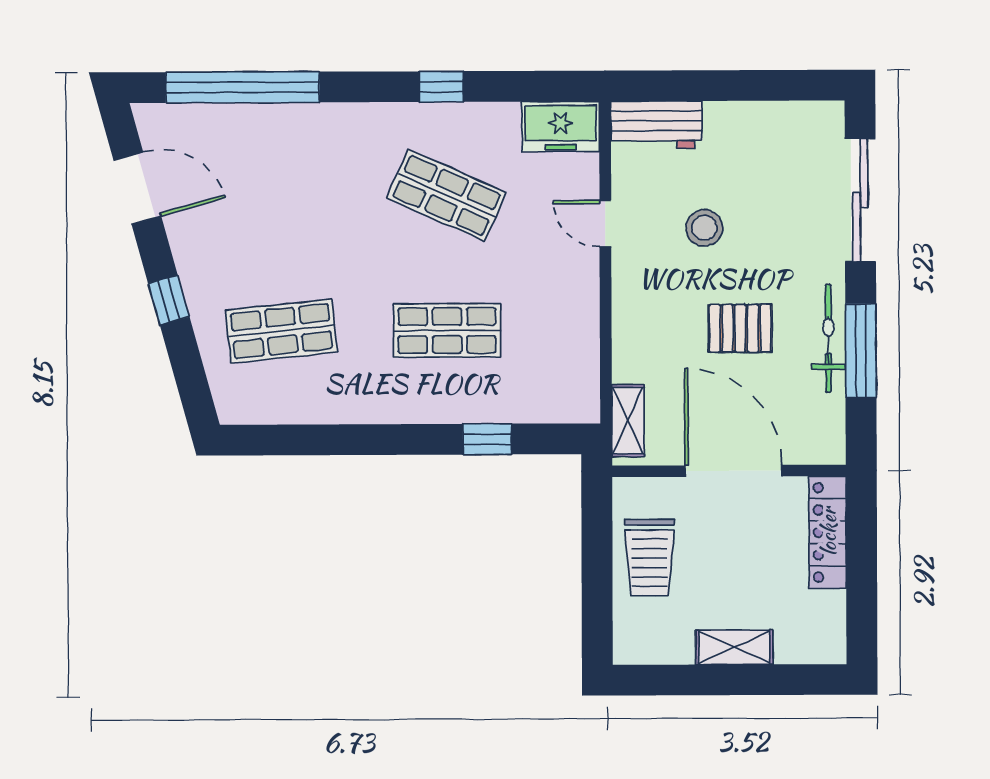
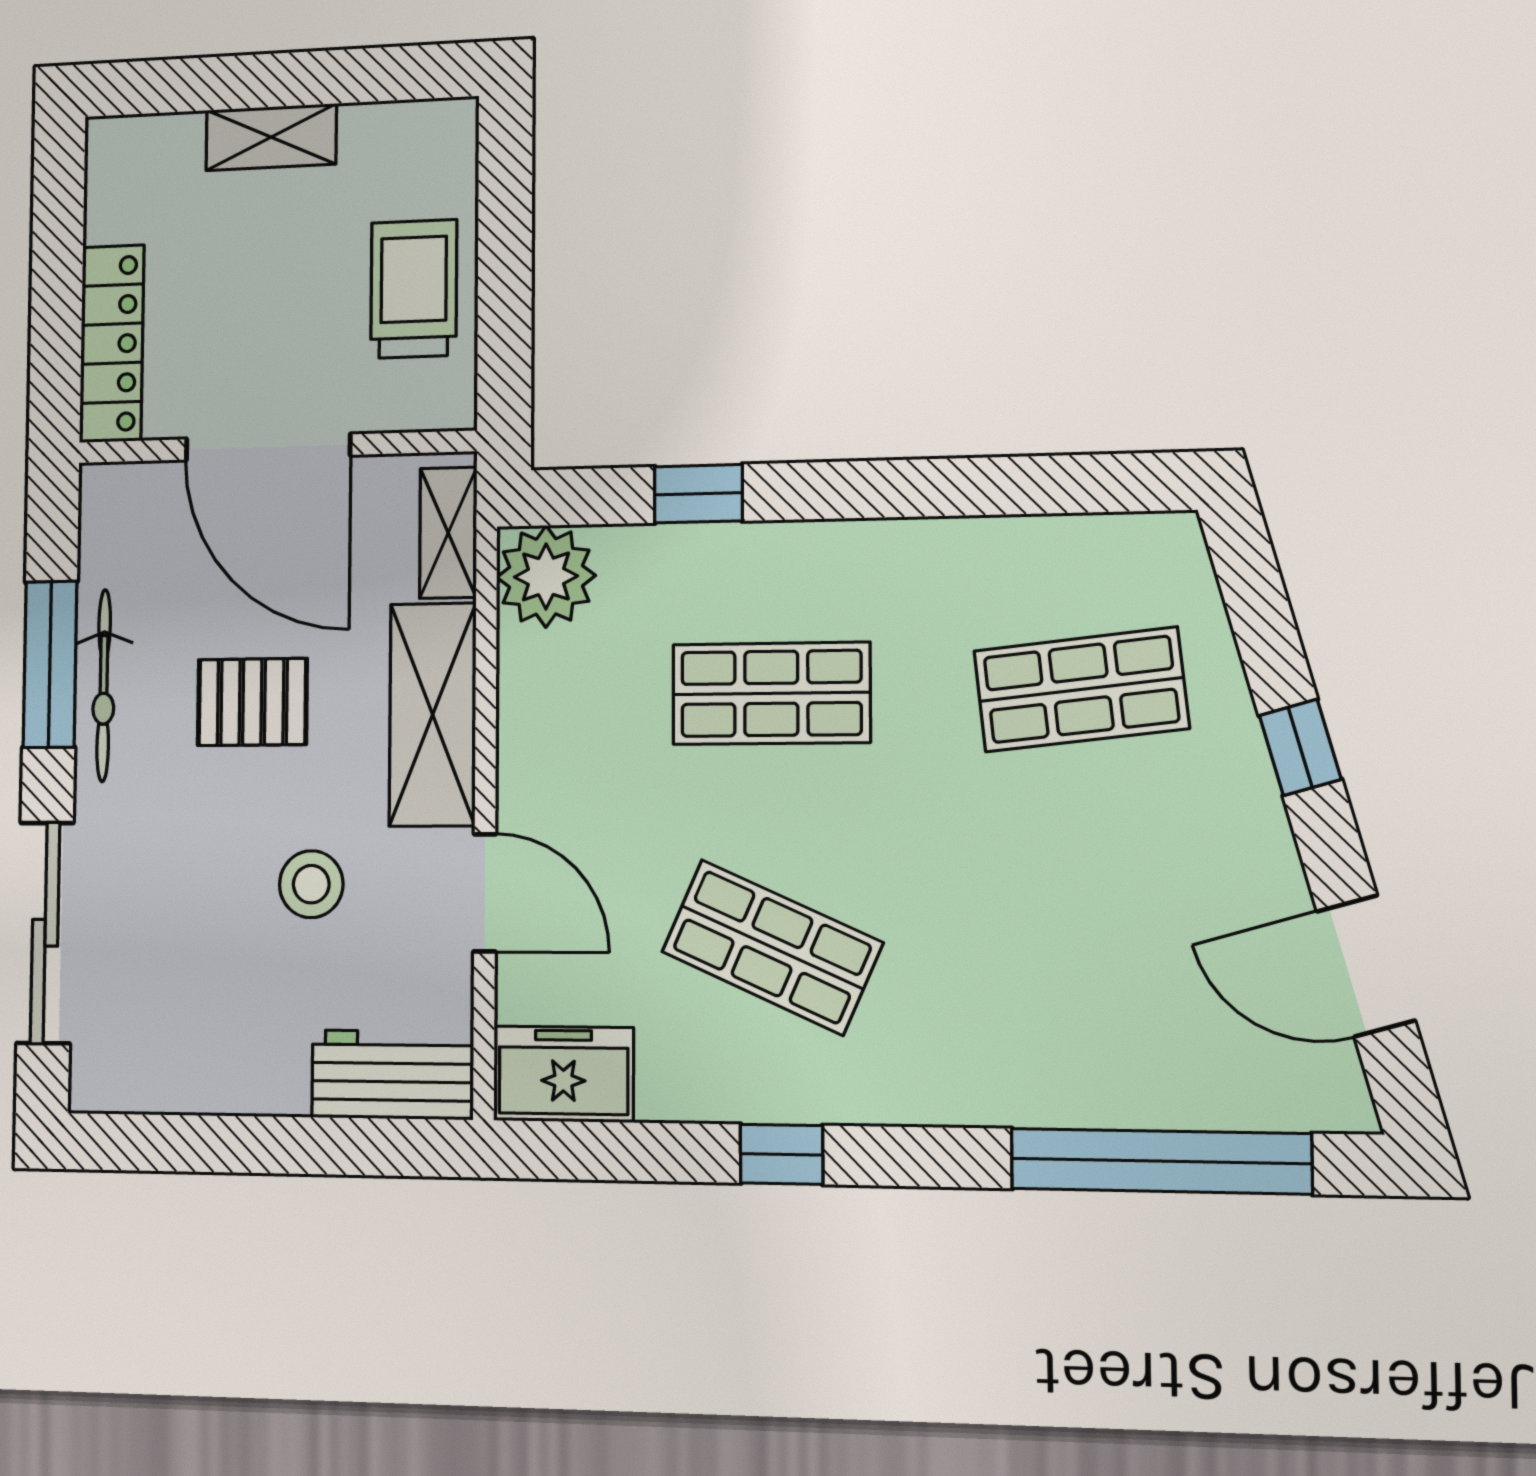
door: (605, 223) -> (485, 893), width x1.38
shelving: (636, 321) -> (433, 715), added
plant: (572, 396) -> (546, 576), added

